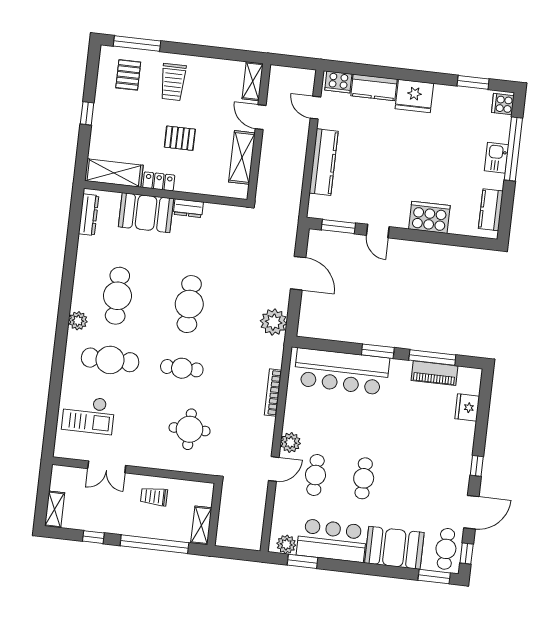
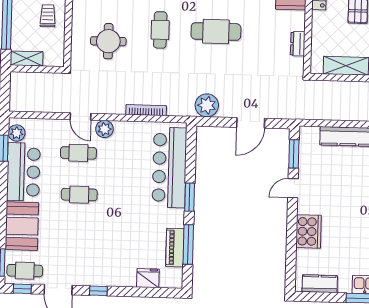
dresser: (188, 208) -> (298, 44), moved

